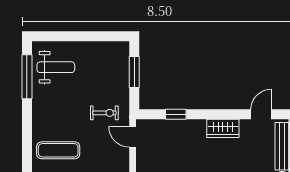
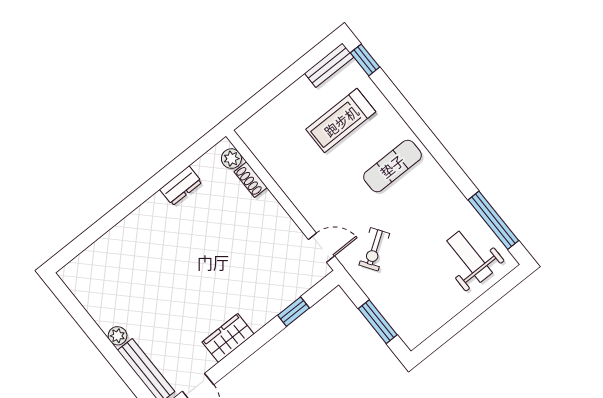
weight bench: (56, 67) -> (470, 257), turned 90
exercise bike: (104, 113) -> (374, 249), turned -34

